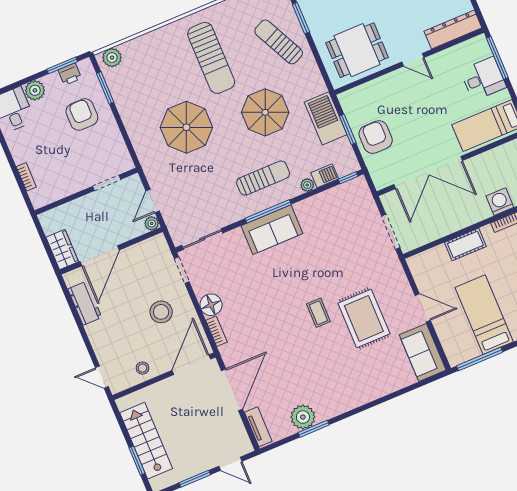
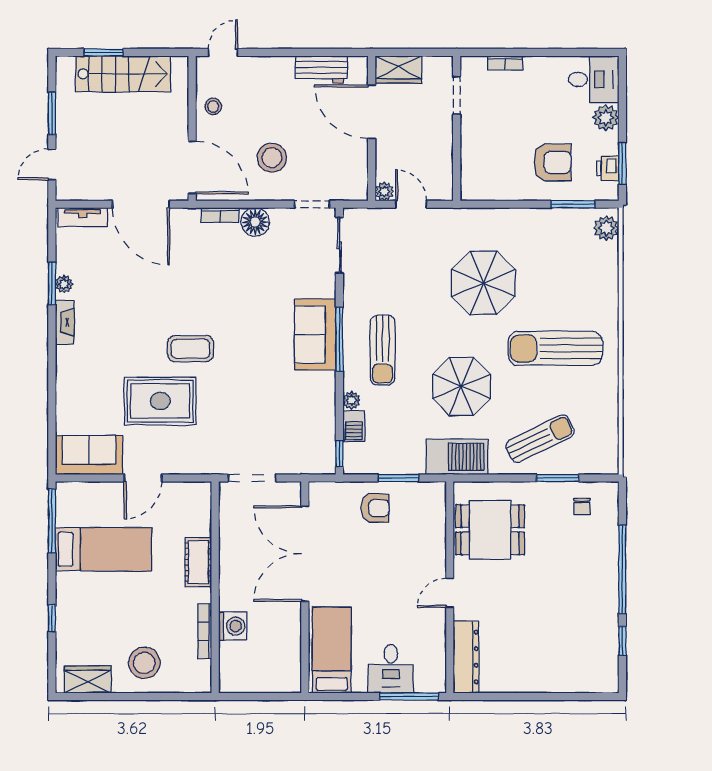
dining table: (357, 50) -> (490, 530), turned 90
barbecue: (326, 118) -> (457, 457), moved
armchair: (376, 137) -> (375, 508), width x0.72, depth x0.72
doorway: (107, 183) -> (457, 95), moved
coffee table: (318, 313) -> (190, 349), width x1.36, depth x1.30
fireplace: (337, 408) -> (65, 322), added
plant: (303, 417) -> (64, 284), width x0.53, depth x0.53

